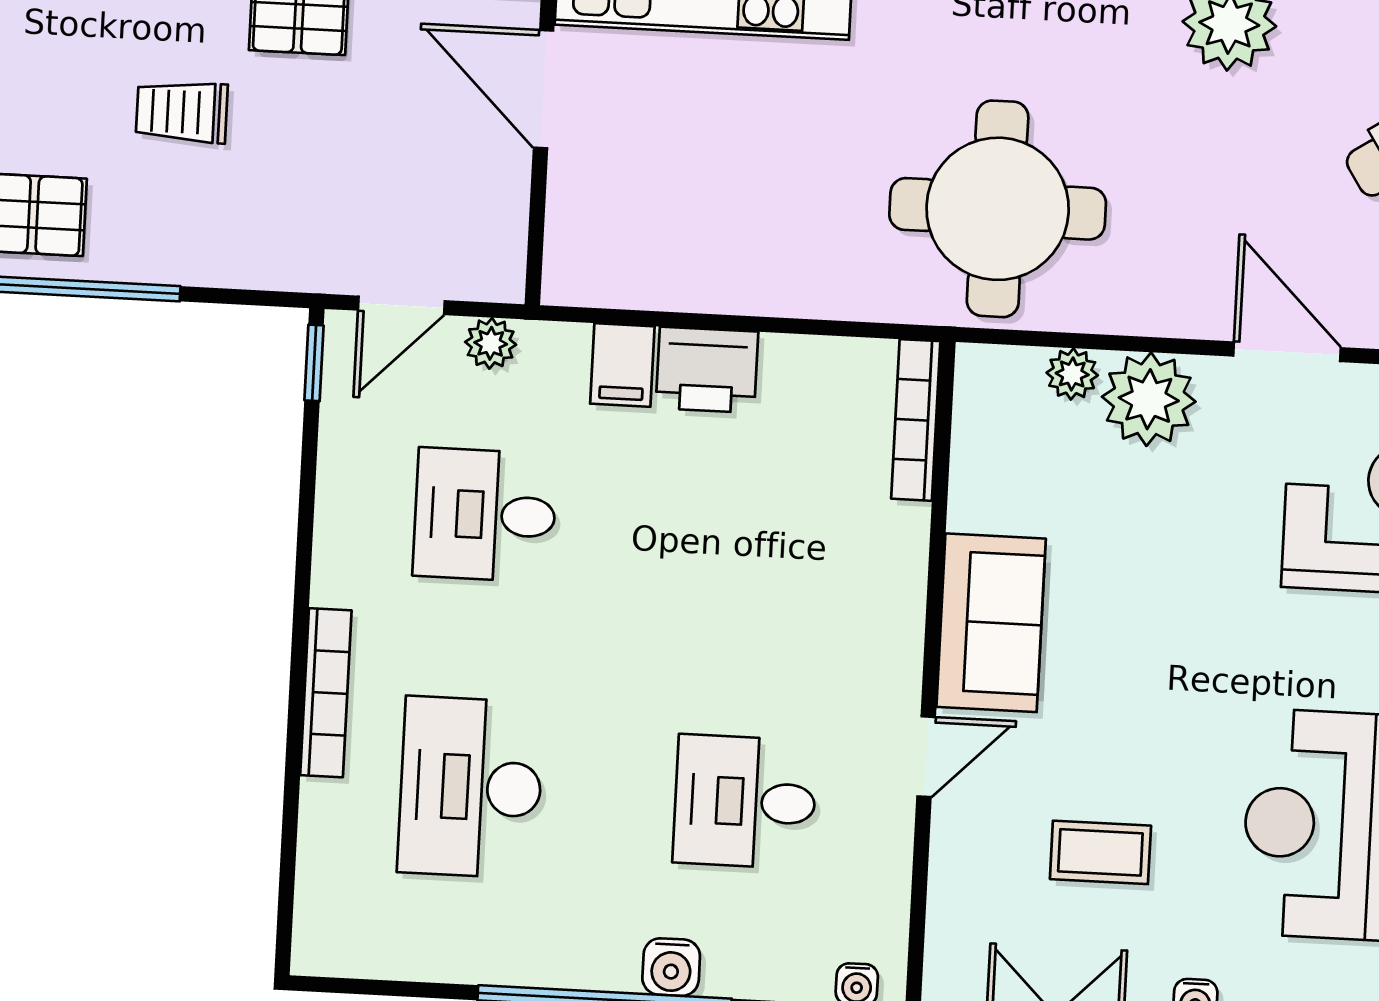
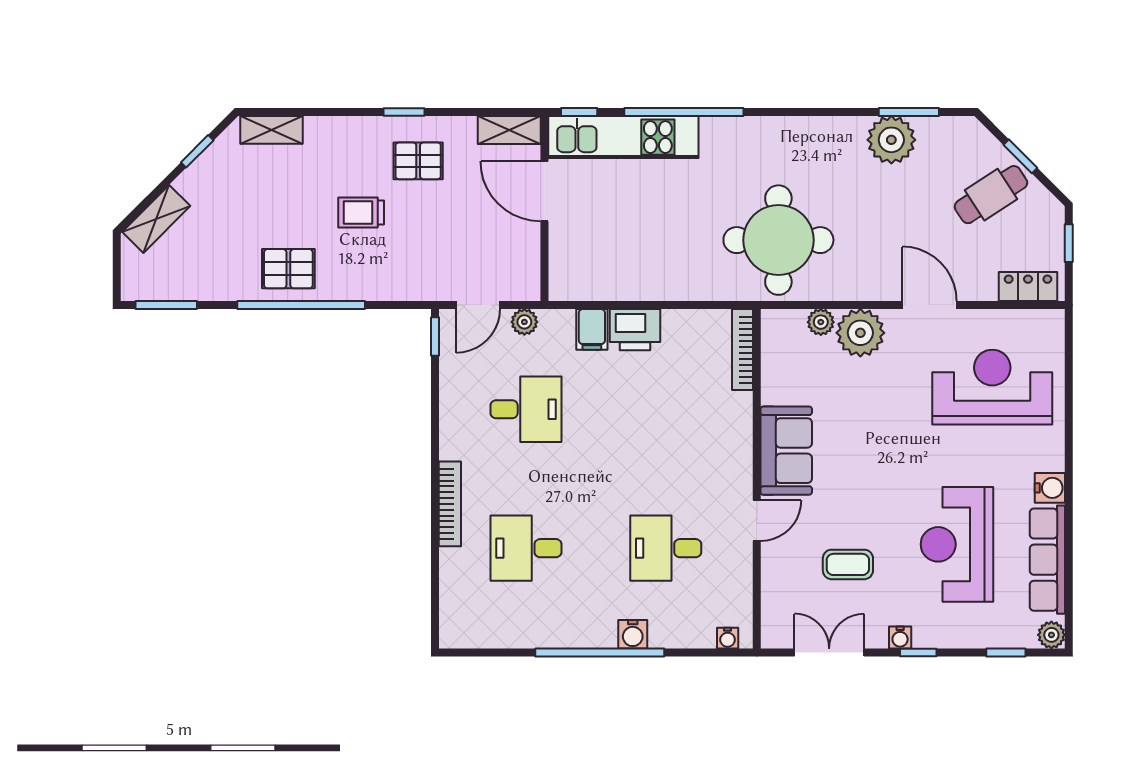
desk: (485, 515) -> (526, 409), turned 180
desk: (471, 787) -> (526, 548), width x0.73

